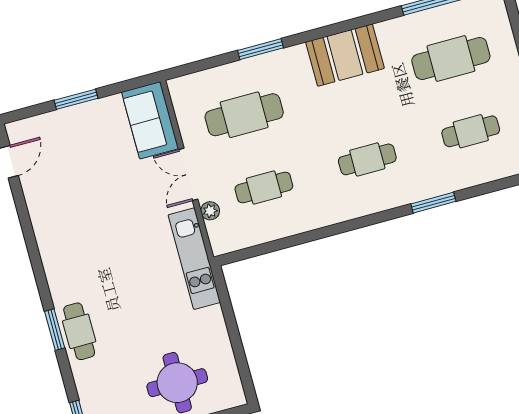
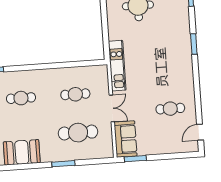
window: (76, 99) -> (135, 159), moved
plant: (210, 211) -> (104, 88), removed
cafe table: (79, 331) -> (170, 109), moved, turned 90

